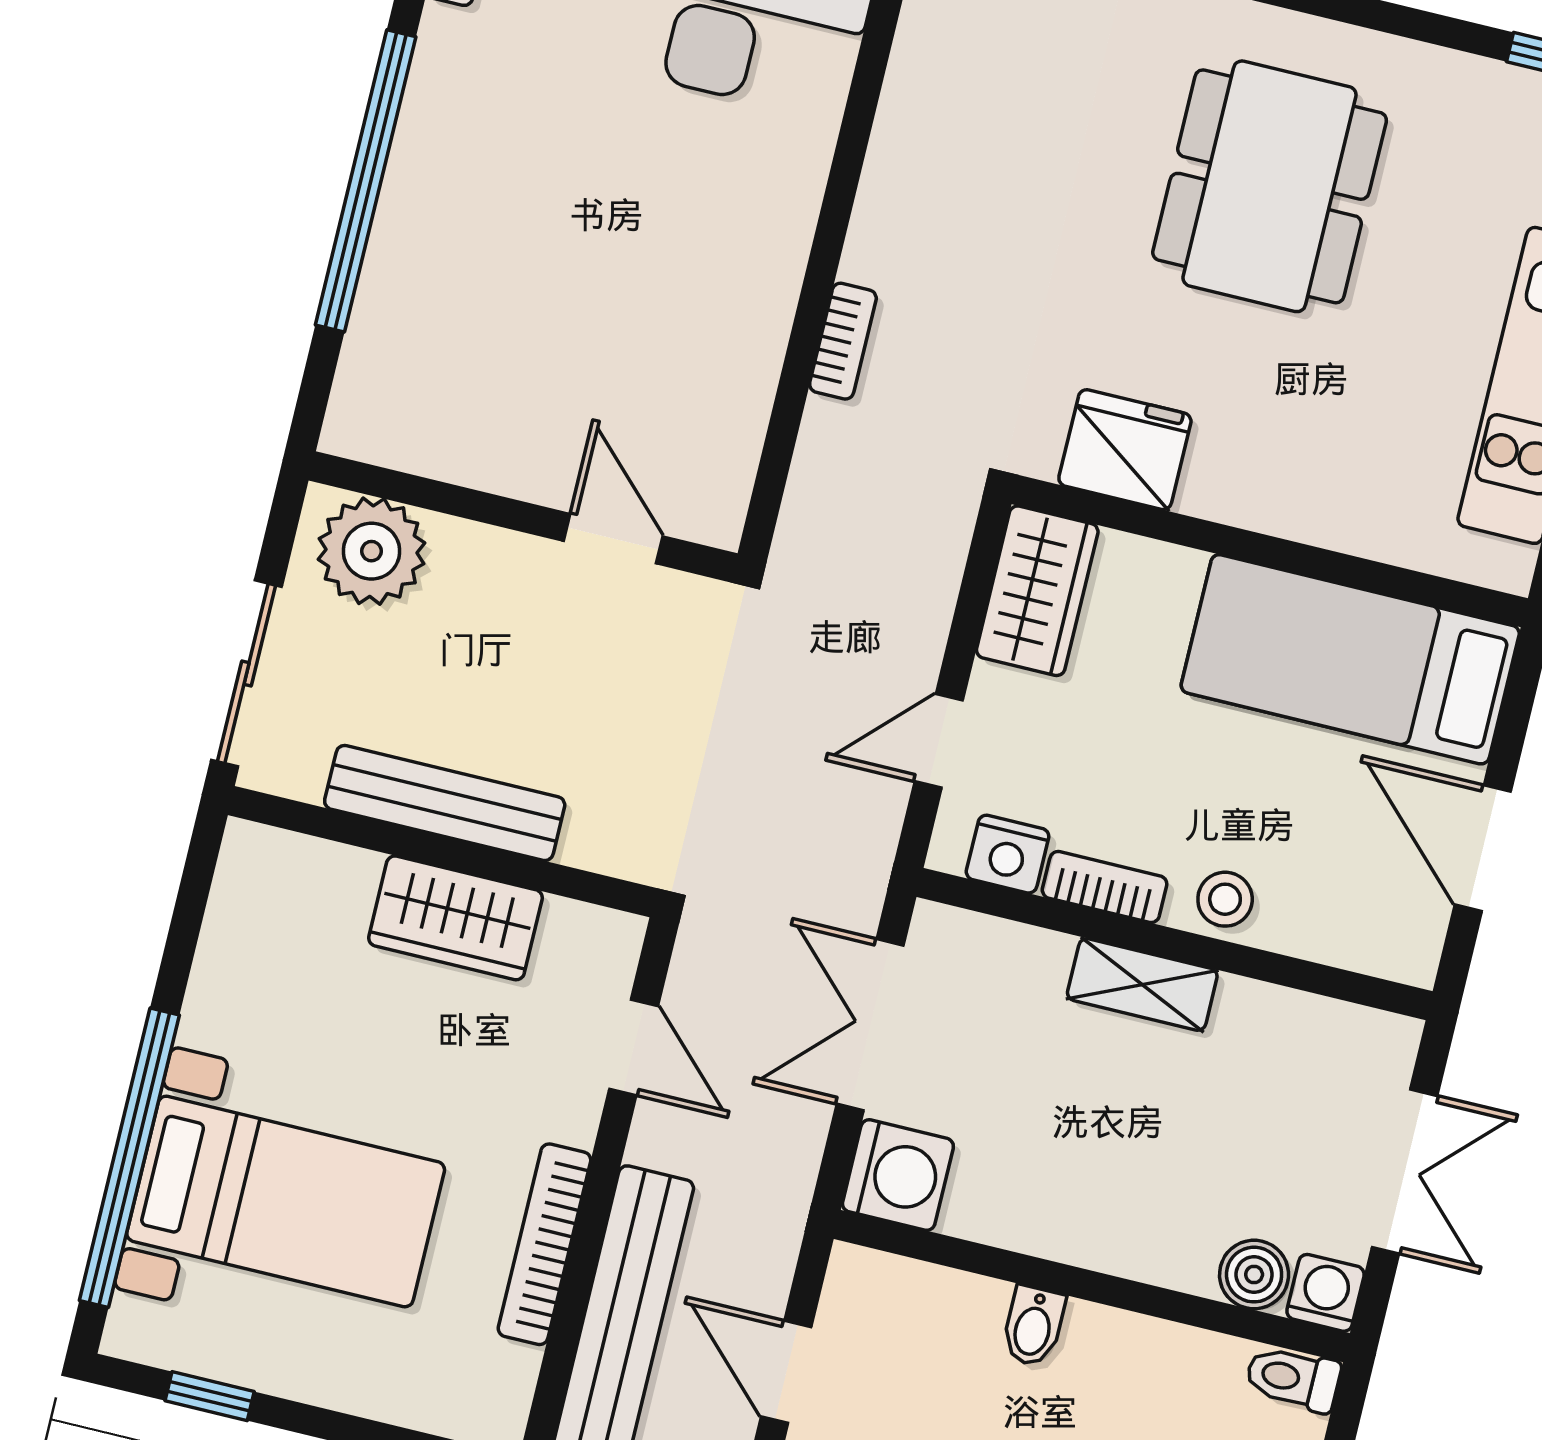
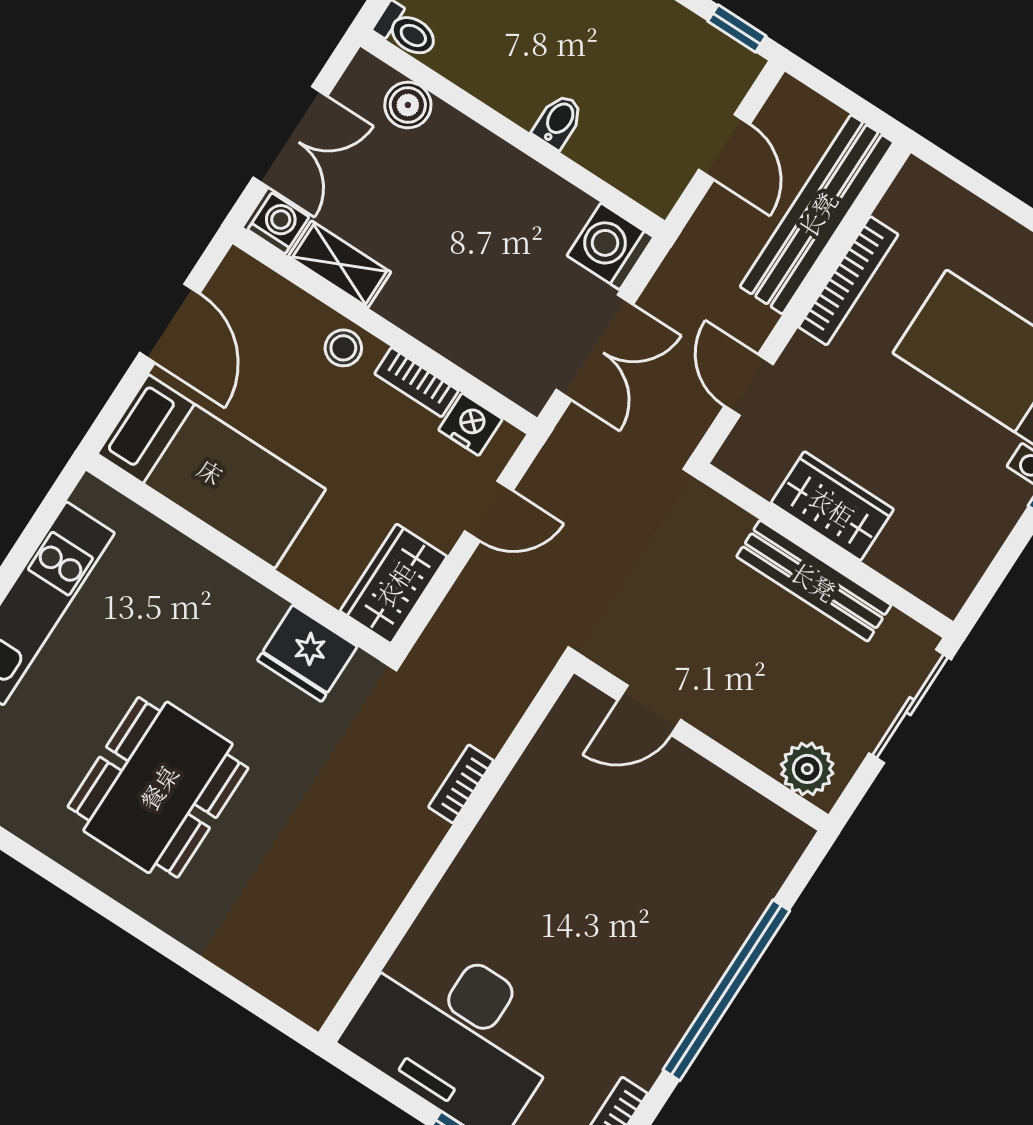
door: (613, 539) -> (649, 710), hinge flipped
plant: (371, 551) -> (807, 769), width x0.73, depth x0.73
shelving: (1142, 984) -> (340, 264), moved
double door: (1405, 1171) -> (290, 137), swing flipped
washing machine: (1325, 1293) -> (278, 223), moved, turned 180

